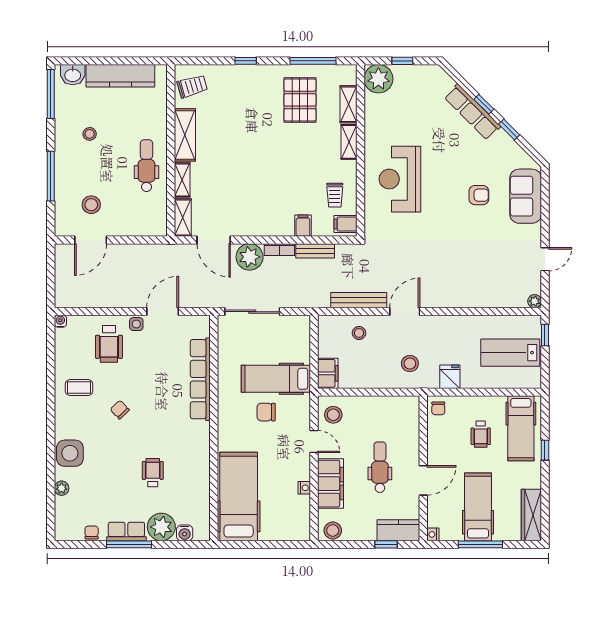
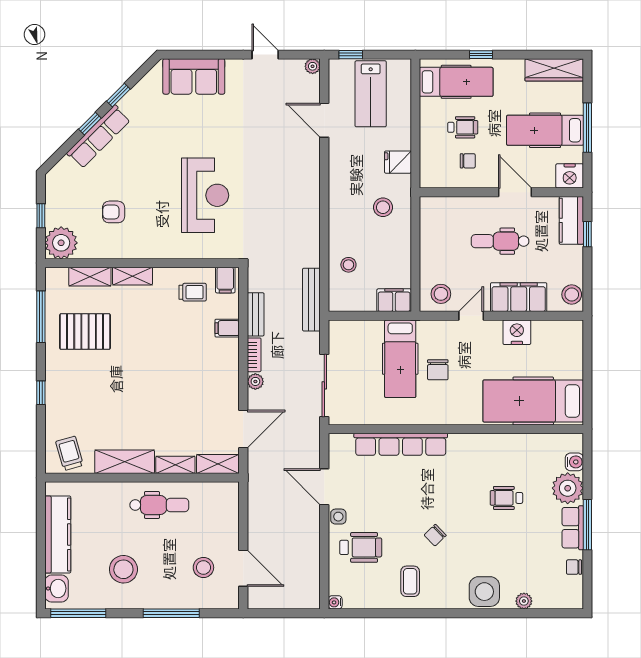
stool: (90, 134) -> (123, 569), width x1.89, depth x1.89
dental chair: (147, 166) -> (159, 505), turned 180
reception desk: (400, 179) -> (205, 195), moved, turned -90
armchair: (479, 195) -> (114, 212), moved, turned -90
plant: (250, 257) -> (255, 381), width x0.53, depth x0.53
bench: (359, 300) -> (311, 300), moved
door: (405, 312) -> (324, 120), moved
chair: (438, 408) -> (468, 161), moved
nightstand: (304, 488) -> (517, 332), width x1.89, depth x1.79
nightstand: (433, 534) -> (570, 176), width x1.89, depth x1.79

